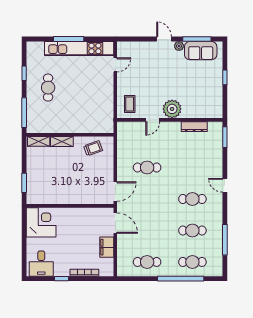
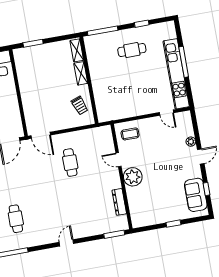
window: (197, 39) -> (207, 189), width x0.46
plant: (179, 46) -> (191, 142), moved
cafe table: (192, 199) -> (47, 213), removed

